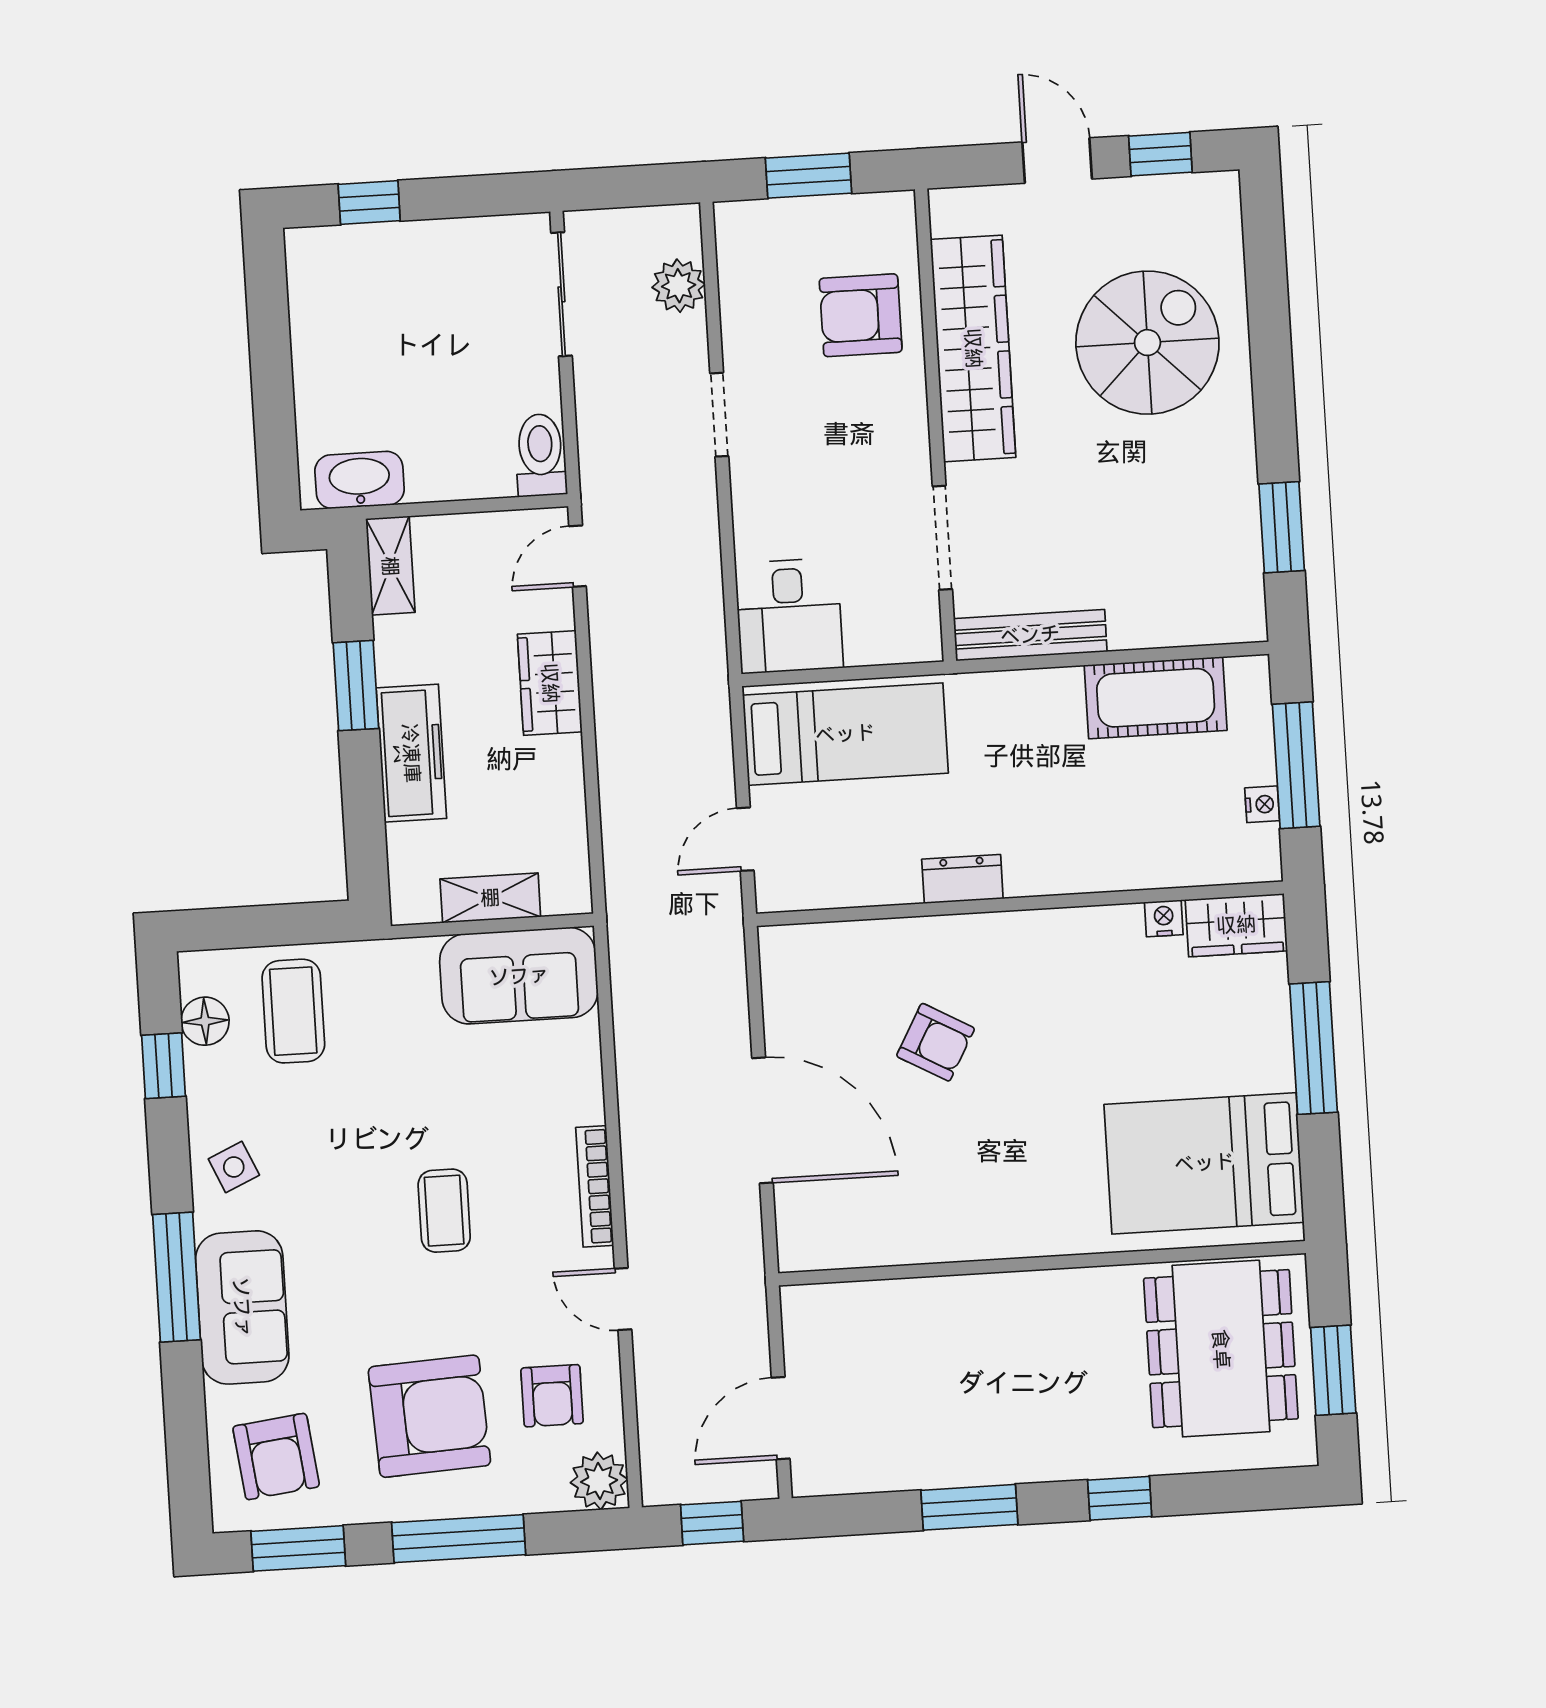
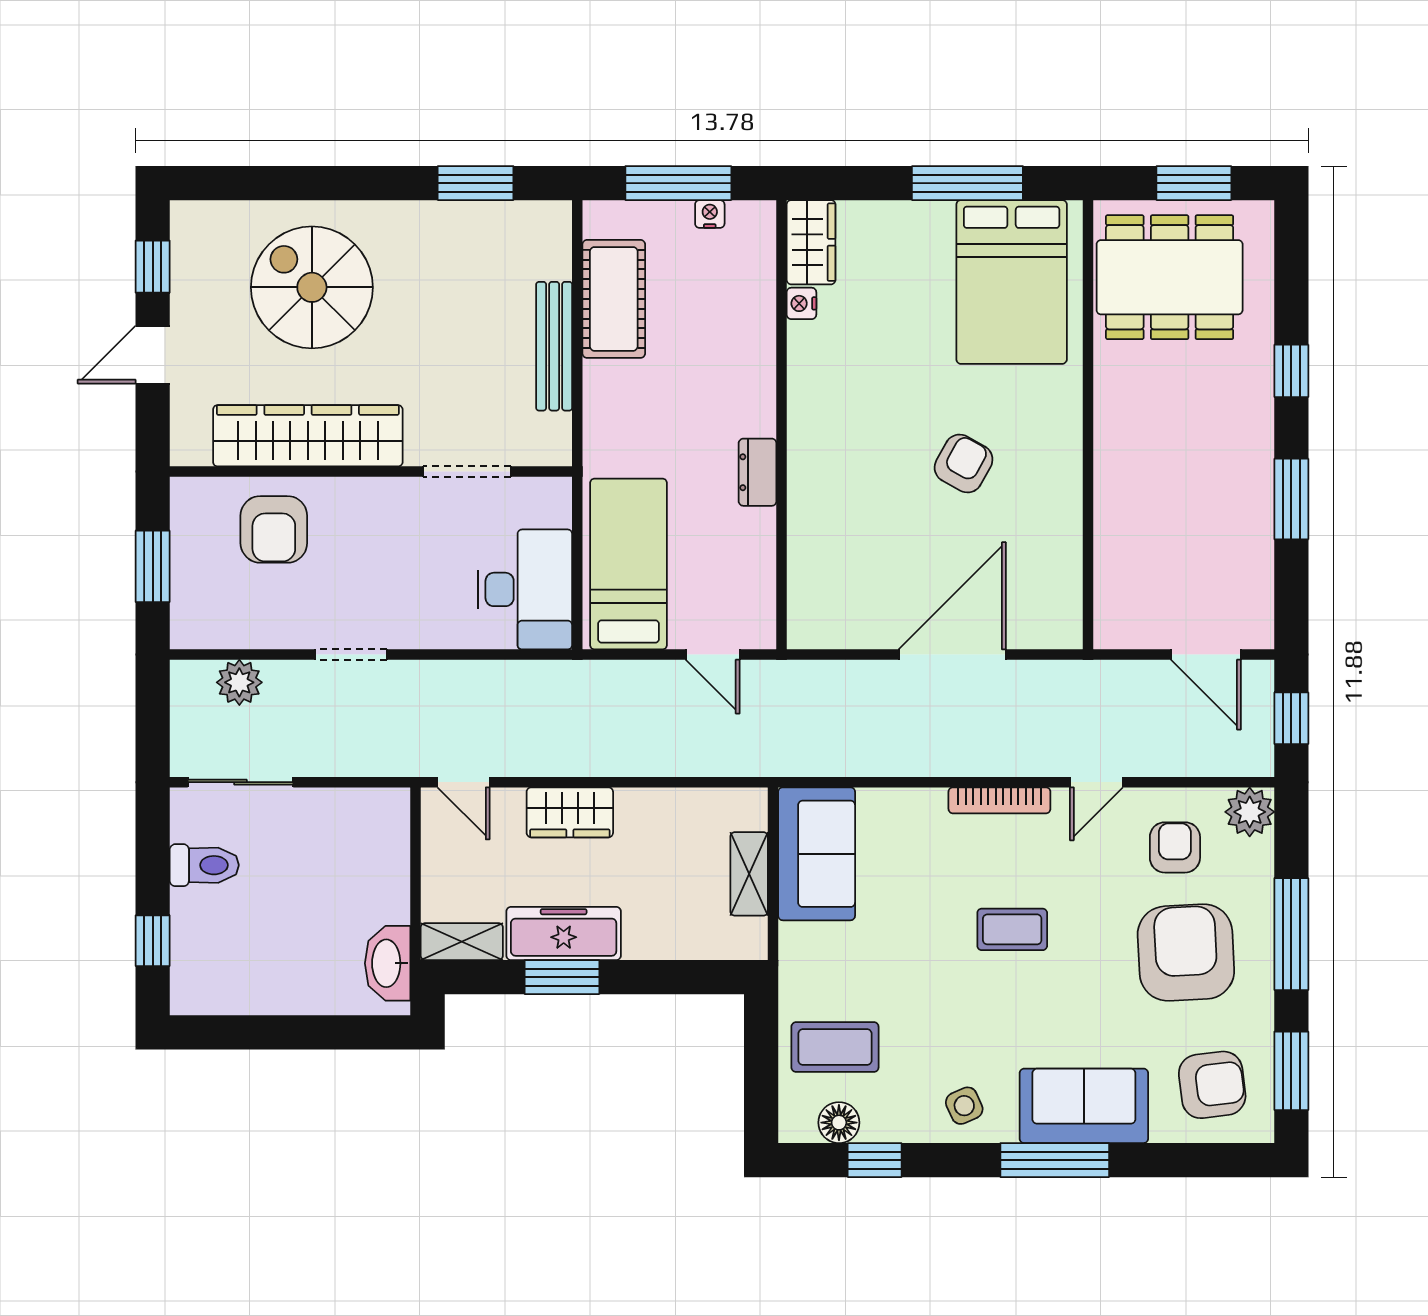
toilet: (541, 455) -> (204, 865), moved, turned 180
desk: (789, 616) -> (525, 589), width x1.37
bench: (1030, 635) -> (554, 346), moved
freezer: (411, 753) -> (564, 933), moved
armchair: (936, 1042) -> (964, 464), moved
window: (1313, 1048) -> (967, 183), moved
armchair: (552, 1396) -> (1175, 847), turned -90

